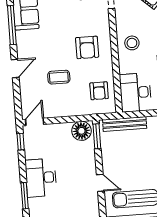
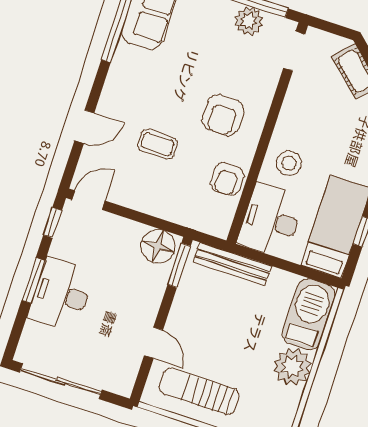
stool: (132, 43) -> (289, 163), moved
door: (15, 69) -> (84, 127), moved
armchair: (99, 91) -> (227, 179), moved
window: (25, 196) -> (33, 280), moved

